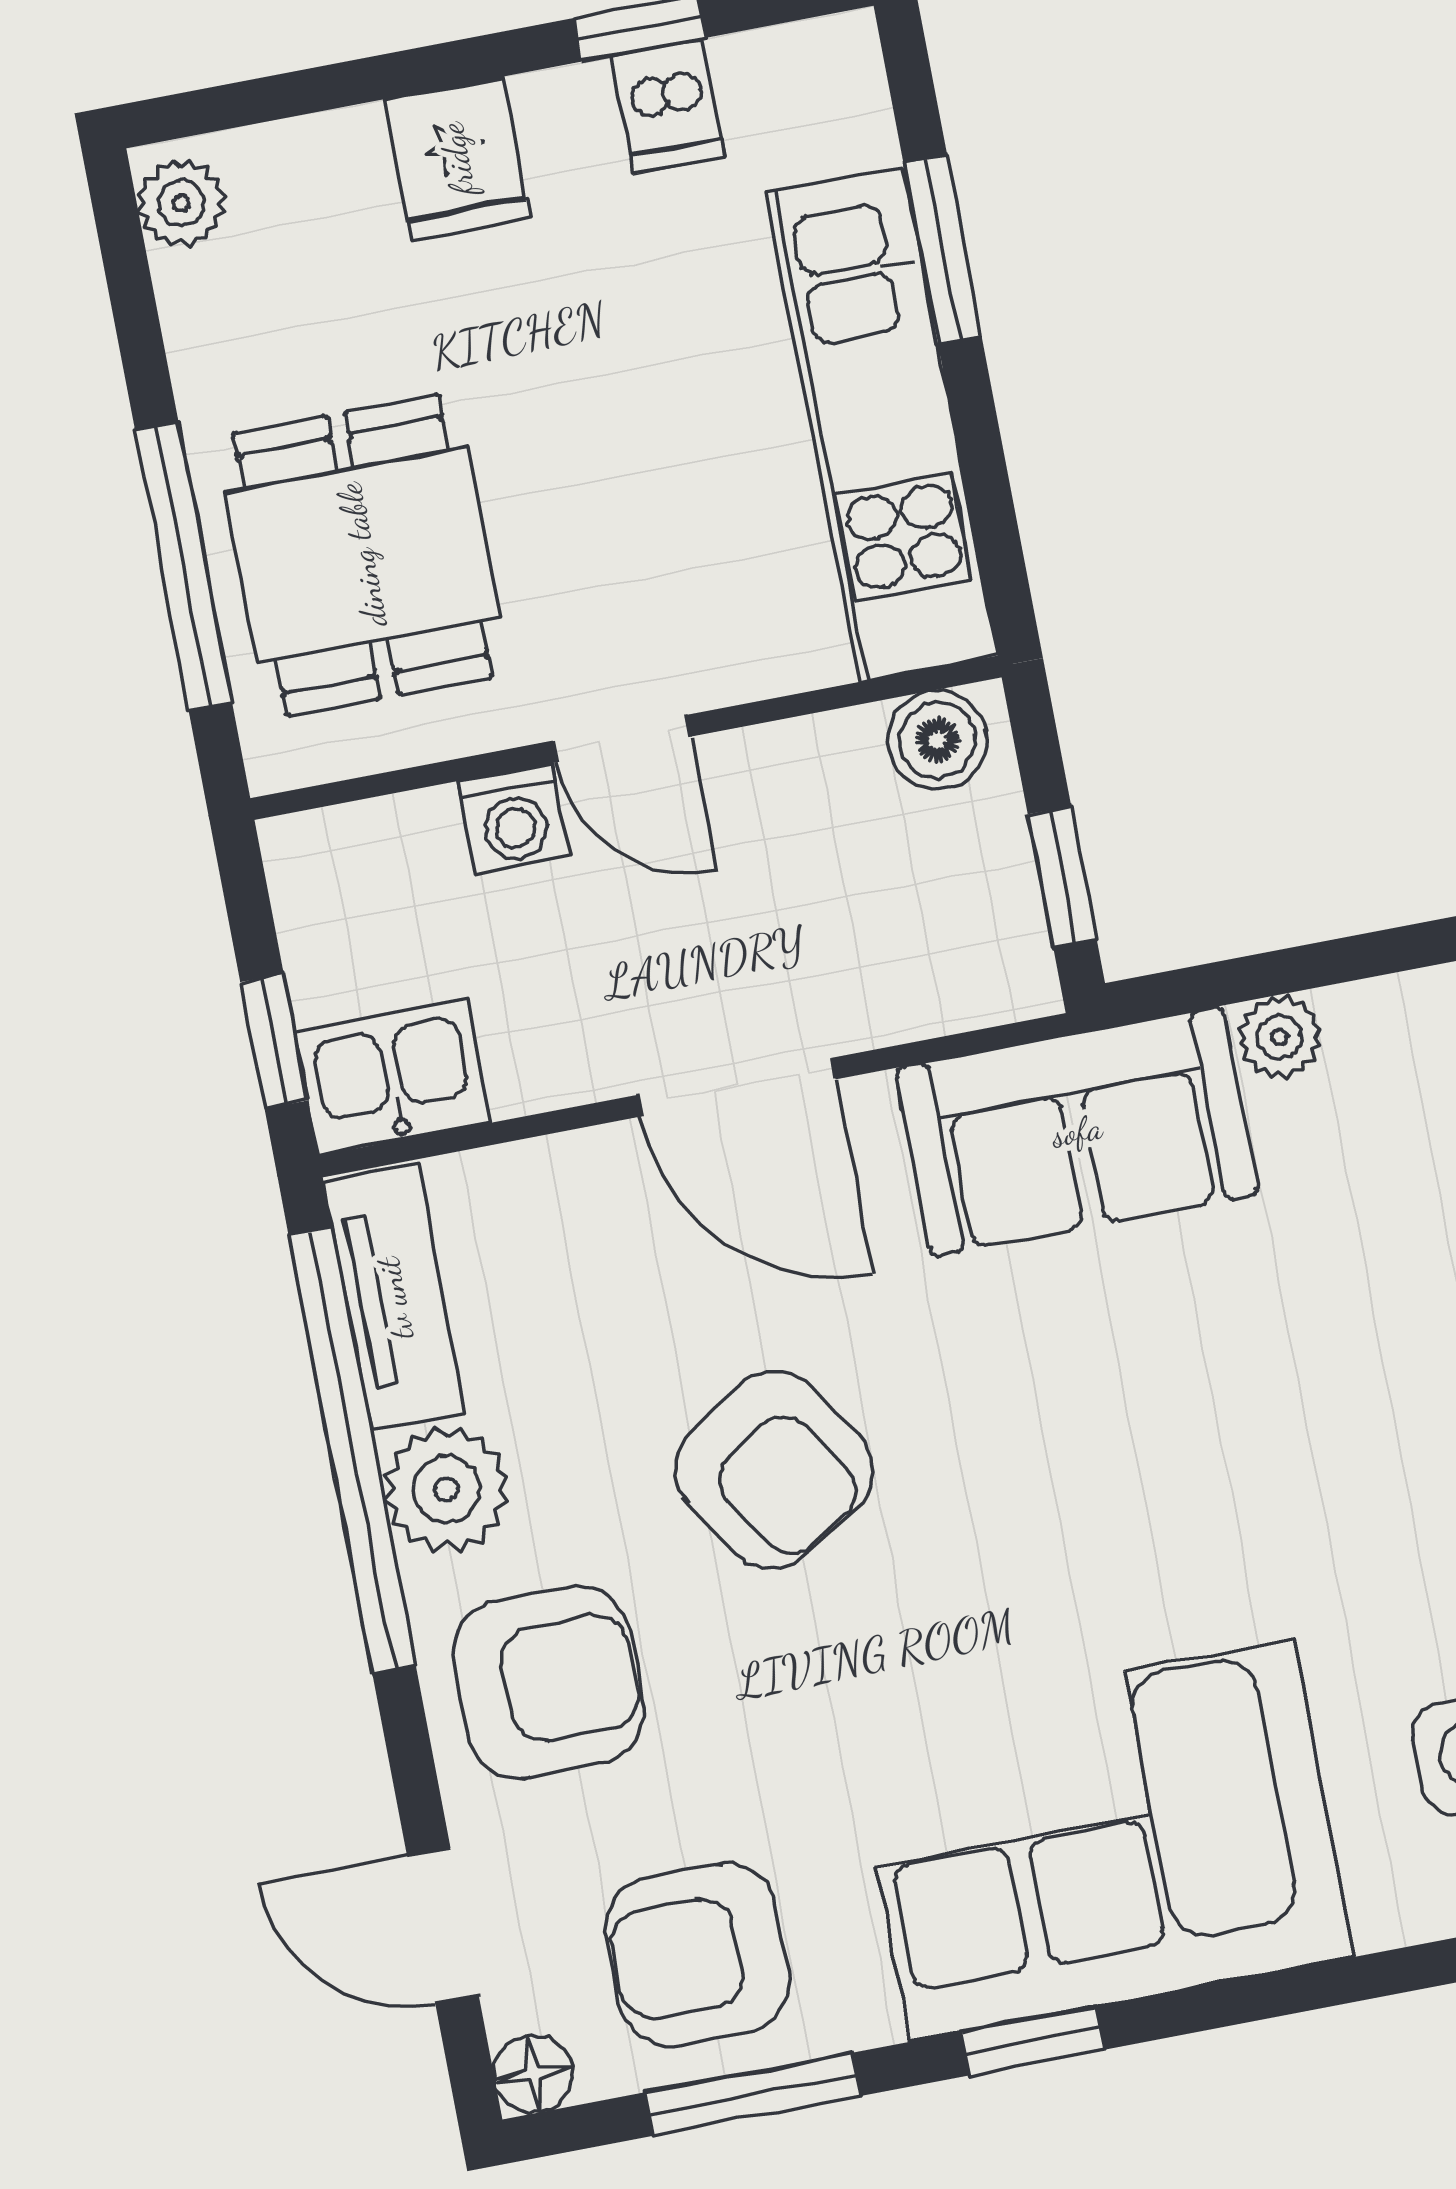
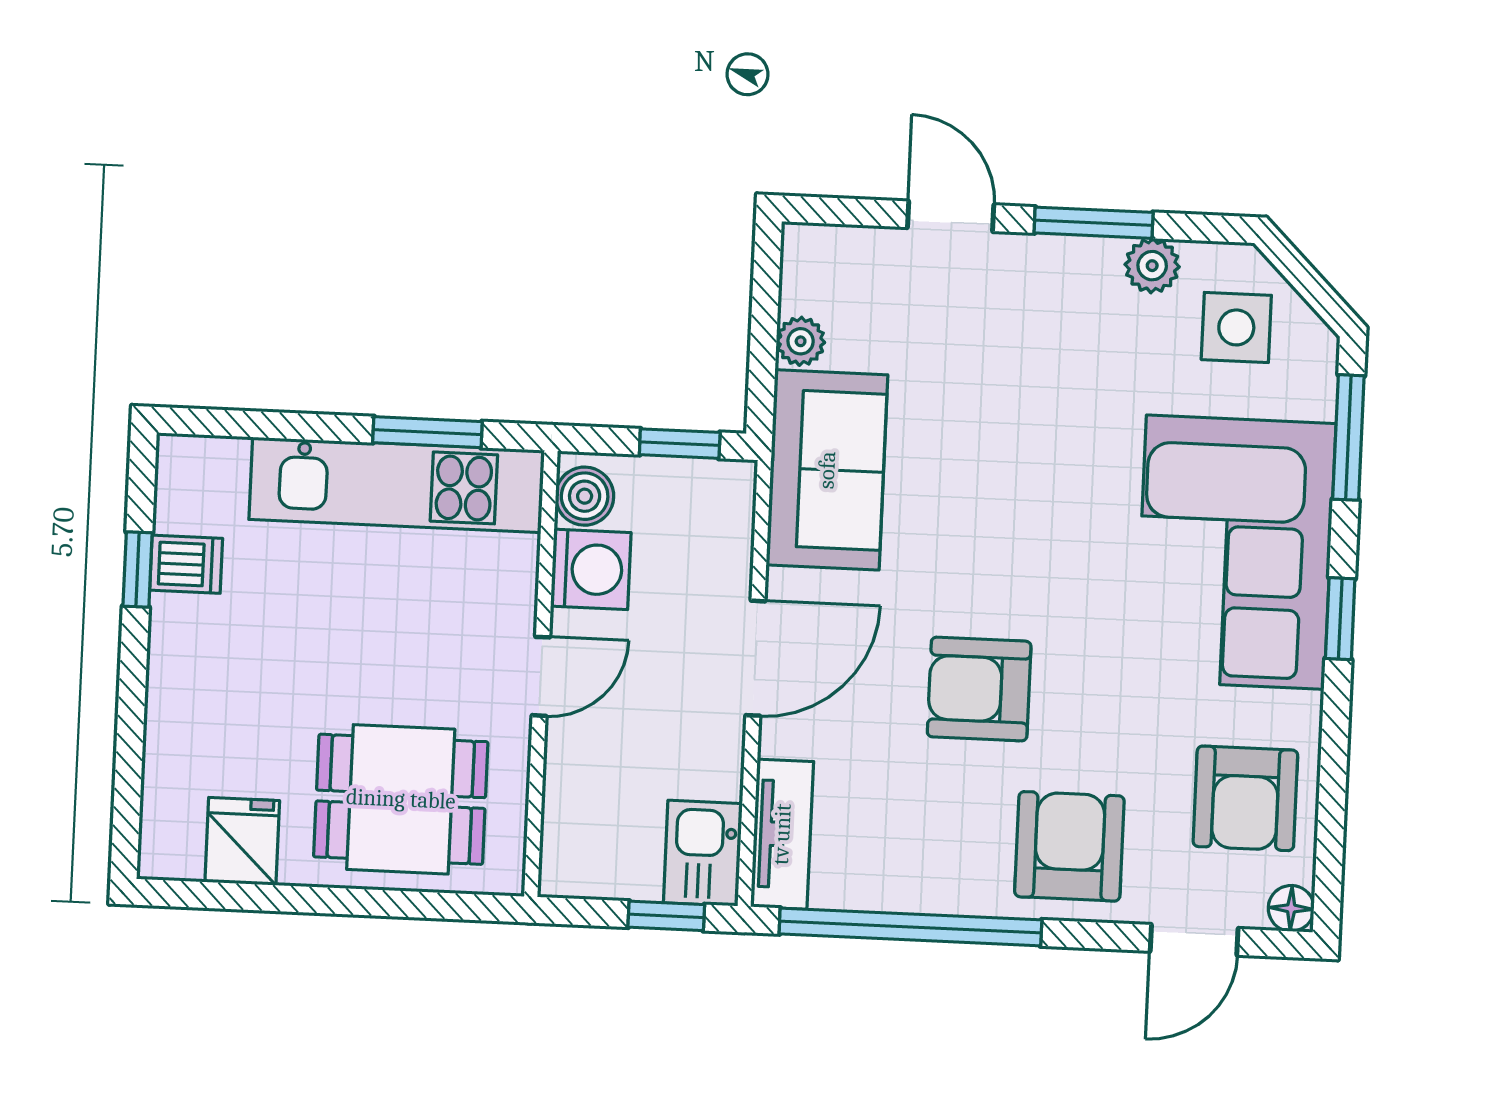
fridge: (457, 159) -> (242, 841), moved, turned -90
plant: (181, 203) -> (175, 855), removed
window: (943, 250) -> (427, 432), moved
window: (183, 566) -> (383, 903), removed
washing machine: (514, 819) -> (591, 569), moved, width x1.38, depth x1.38
tv unit: (394, 1298) -> (782, 834), moved, turned 90
armchair: (774, 1470) -> (979, 689), turned -147
plant: (446, 1489) -> (946, 878), removed
window: (753, 2094) -> (1348, 437), moved

